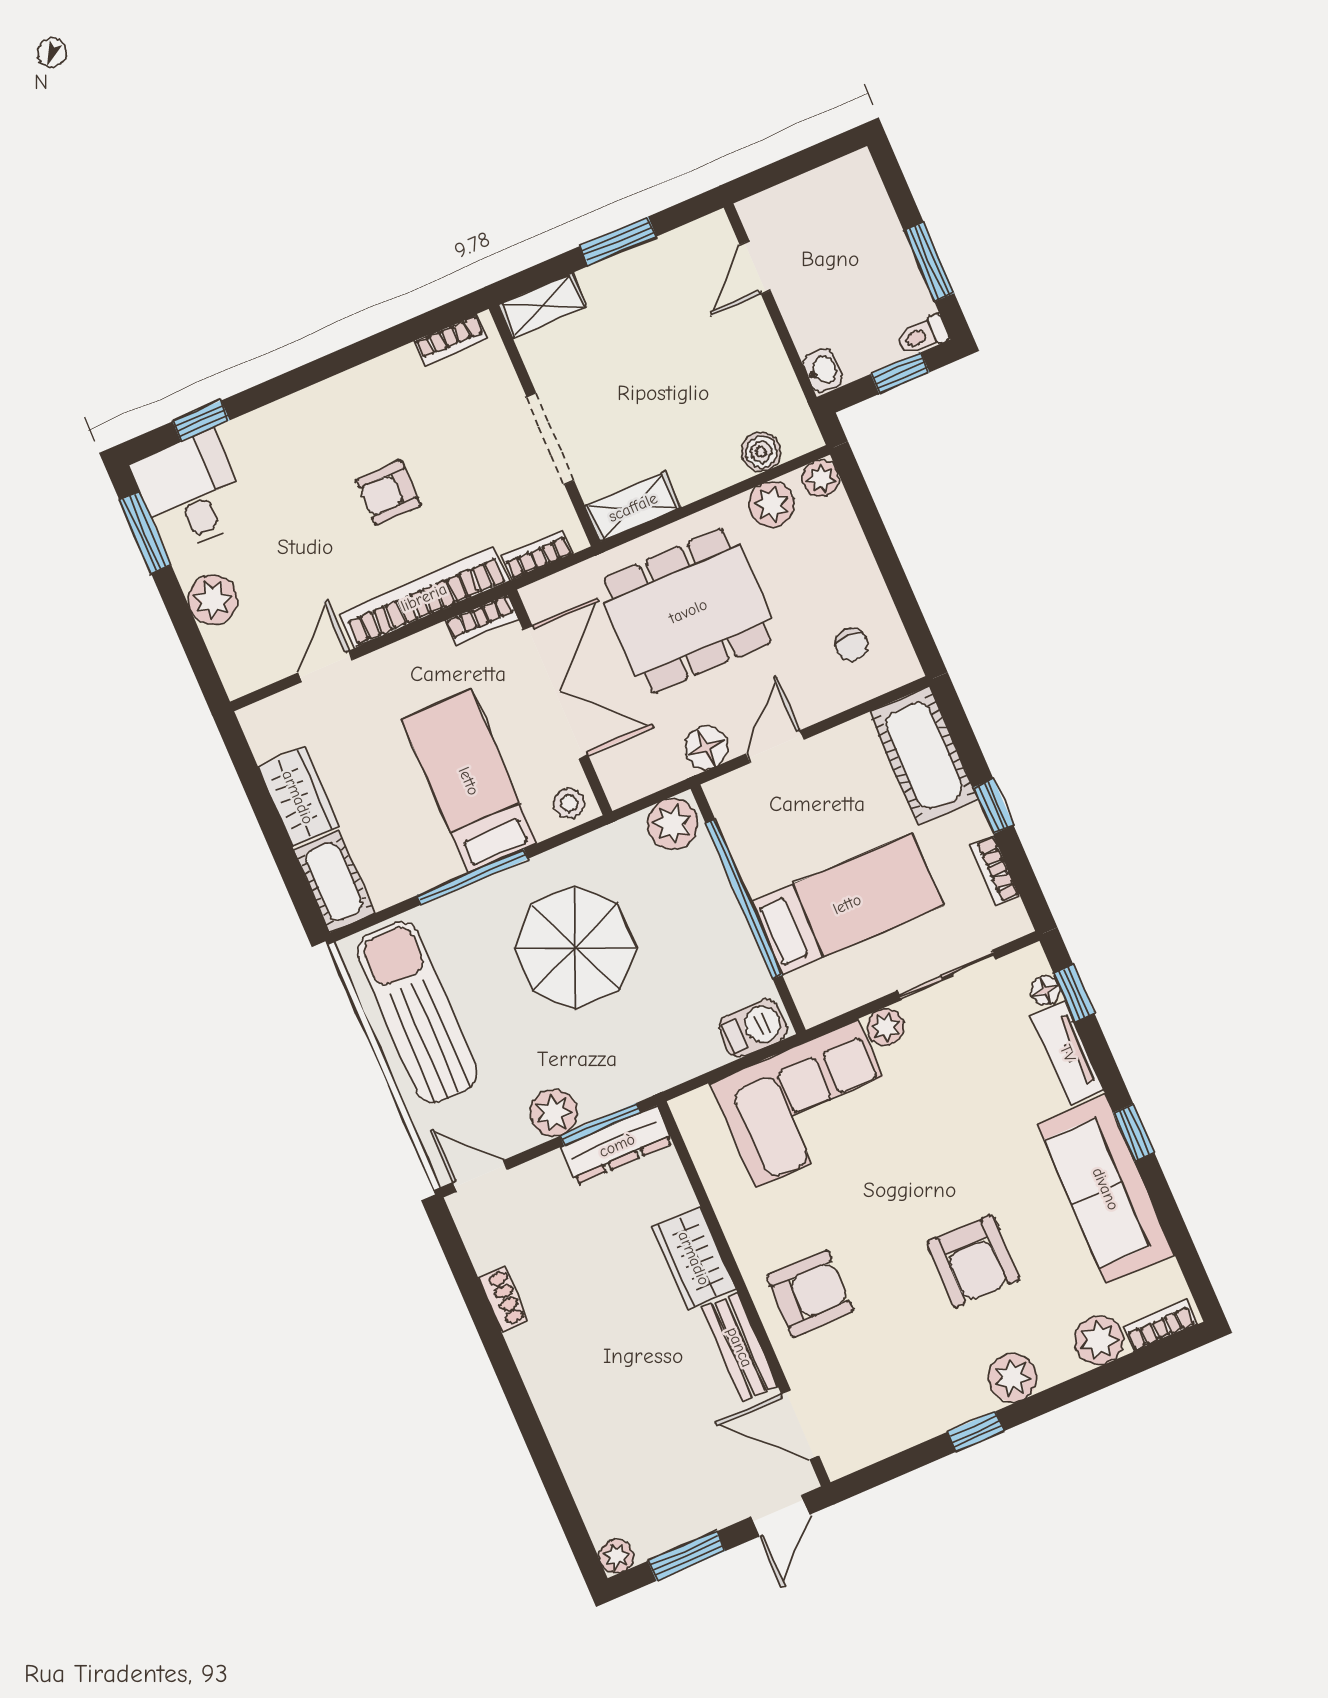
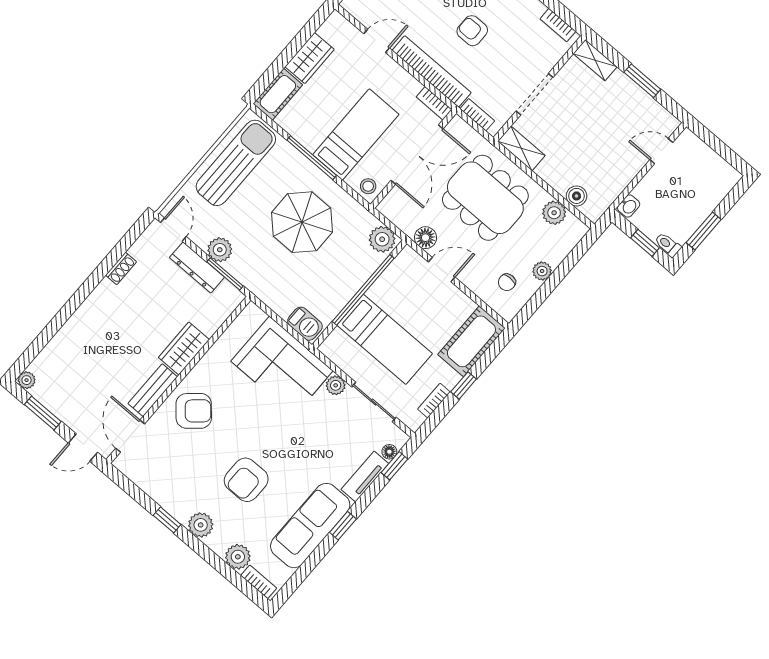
plant: (821, 478) -> (542, 271), moved
dresser: (617, 1145) -> (197, 267), moved
armchair: (810, 1294) -> (194, 411), turned -41

